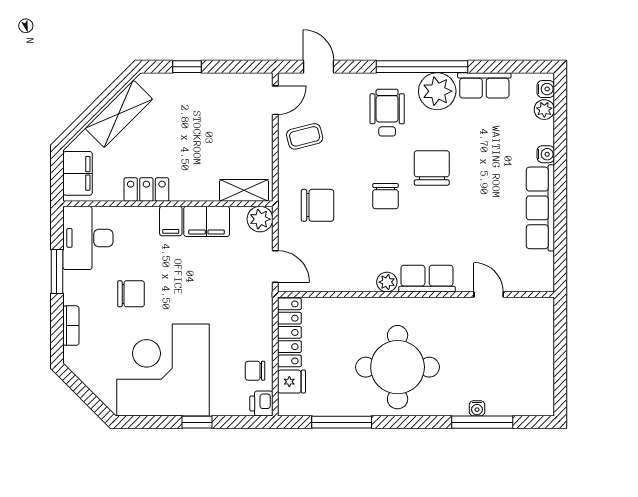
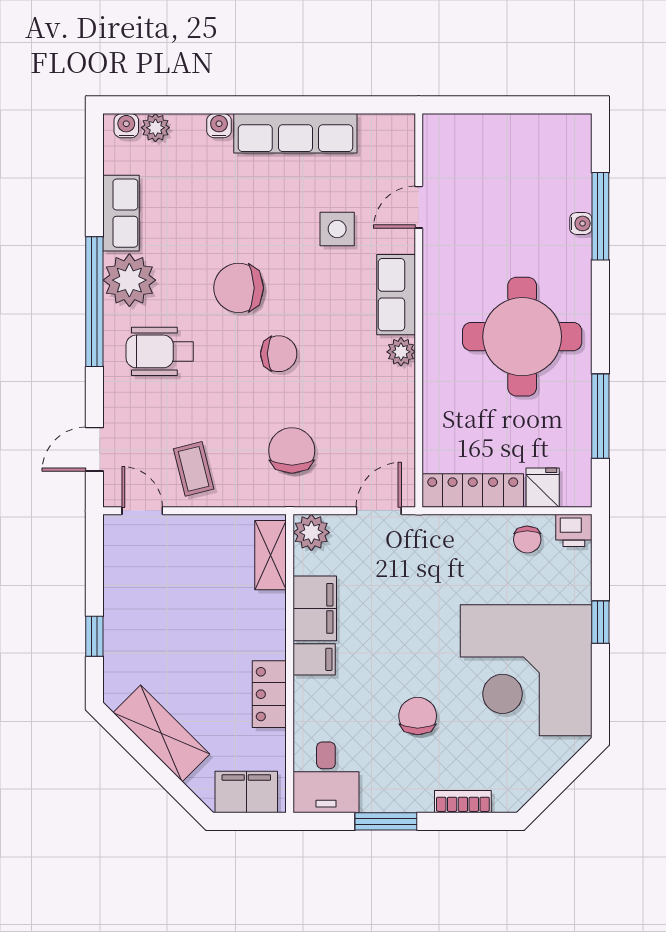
side table: (473, 237) -> (337, 229), added
desk: (88, 238) -> (326, 777), width x0.73

